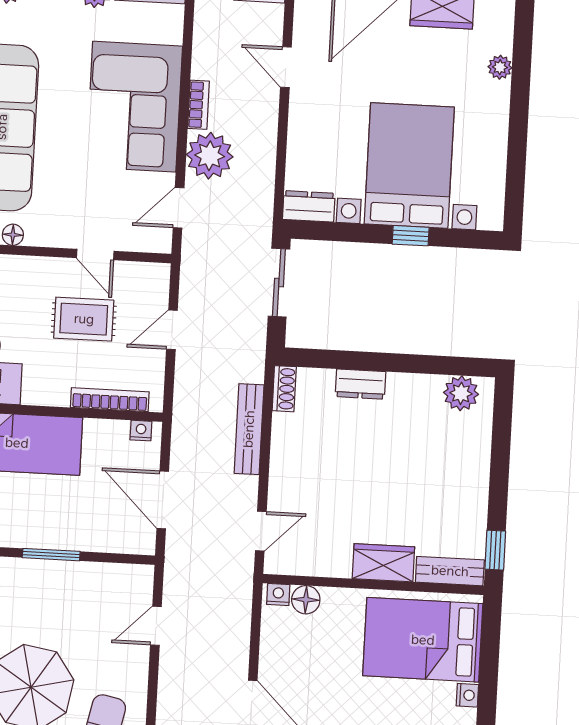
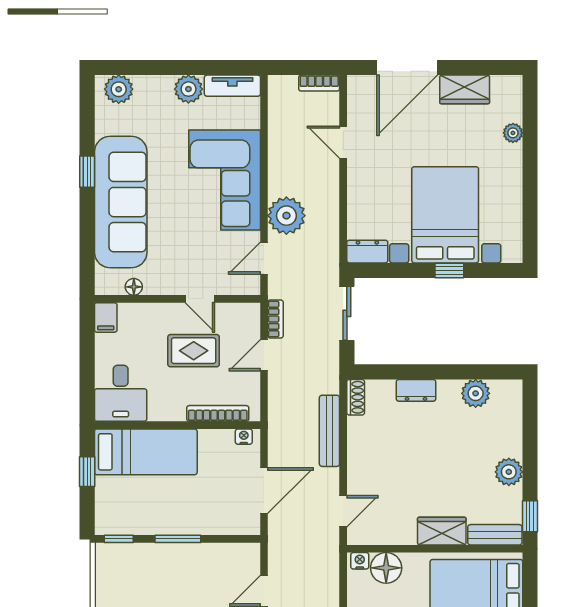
bookcase: (198, 105) -> (275, 319), moved
plant: (461, 393) -> (476, 393), moved
plant: (472, 493) -> (509, 472), added
door: (163, 500) -> (264, 491), swing flipped
floor lamp: (306, 600) -> (386, 568), width x1.38, depth x1.38

